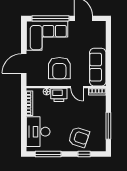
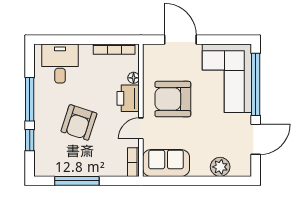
plant: (100, 40) -> (220, 167), added
sofa: (98, 67) -> (166, 163), width x0.73
desk: (38, 132) -> (60, 63), width x0.73
armchair: (79, 137) -> (79, 122), moved
window: (48, 154) -> (30, 99), moved

